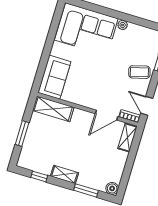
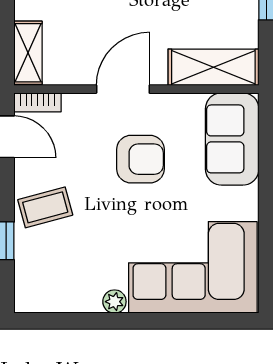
armchair: (94, 80) -> (140, 159), added
door: (107, 115) -> (123, 89), moved

